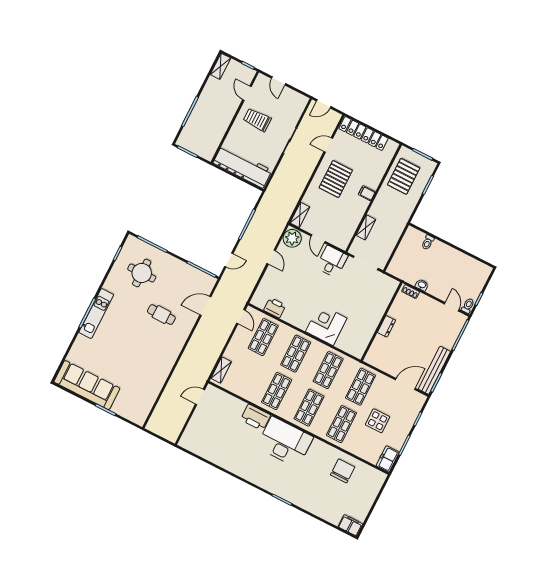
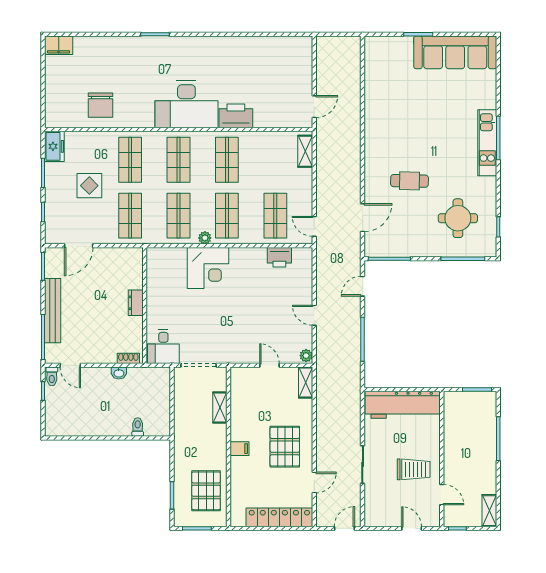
plant: (292, 238) -> (306, 356), width x0.53, depth x0.53
desk: (332, 262) -> (163, 347), moved
plant: (318, 346) -> (205, 238), added
bench: (434, 370) -> (53, 311), moved

